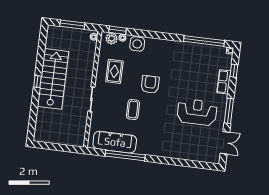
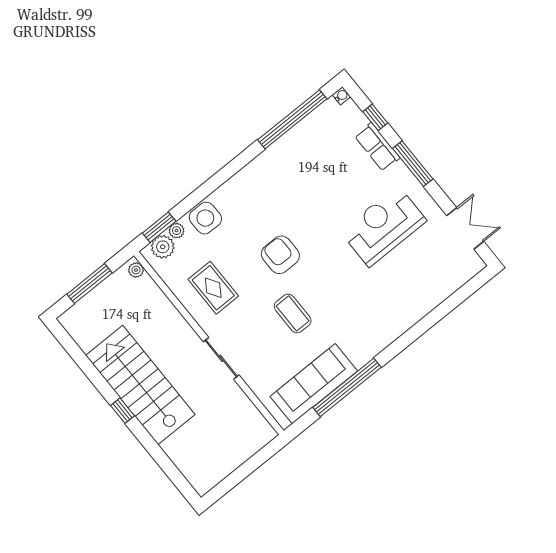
window: (229, 111) -> (413, 164), moved

